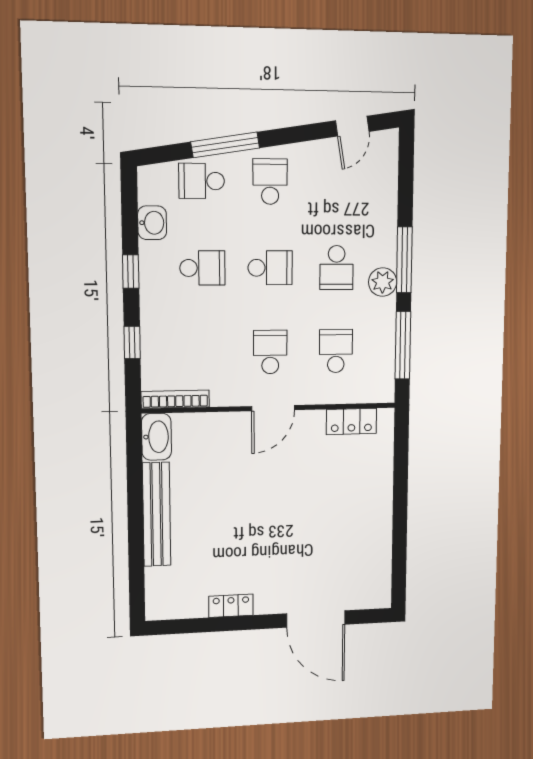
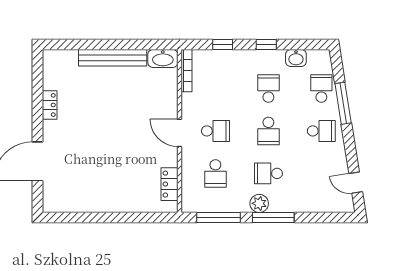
school desk: (202, 268) -> (268, 89), turned 180
school desk: (336, 351) -> (215, 173), turned 90

